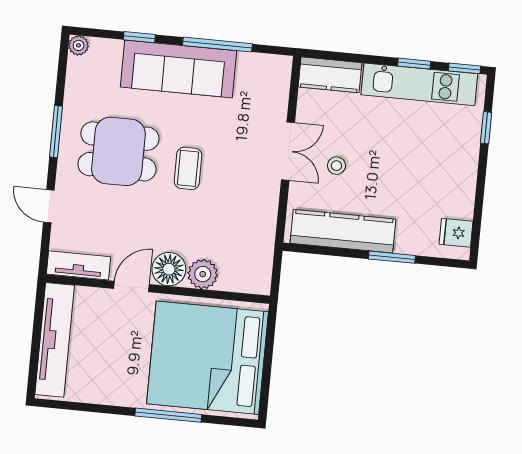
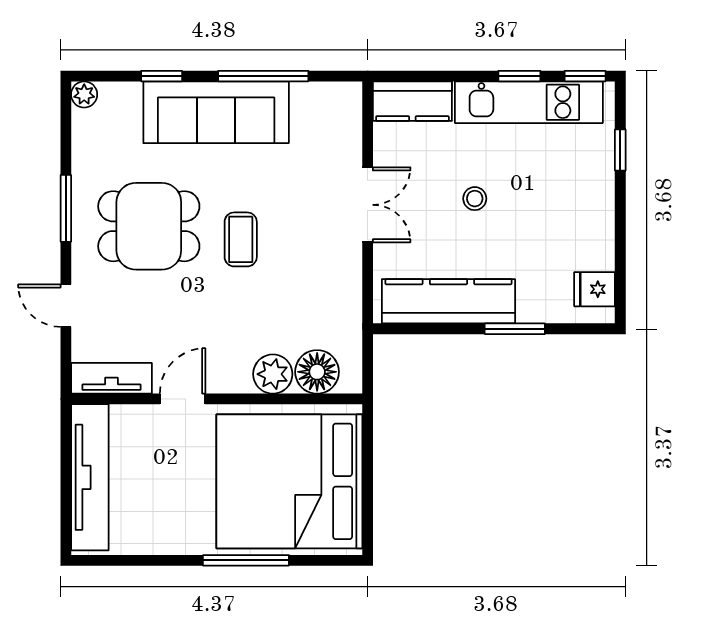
stool: (336, 166) -> (475, 199), moved
floor lamp: (169, 269) -> (317, 372), moved

